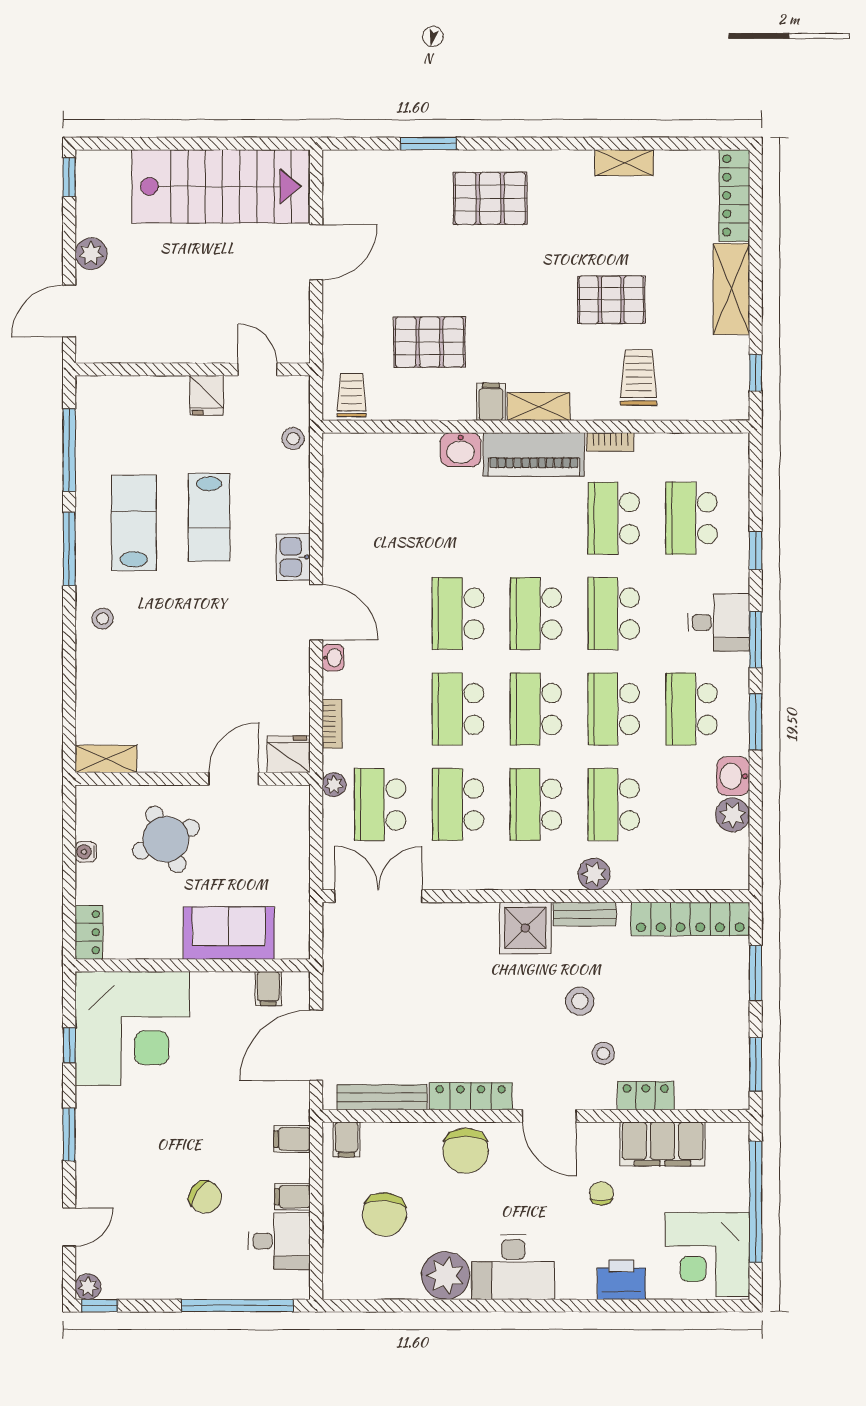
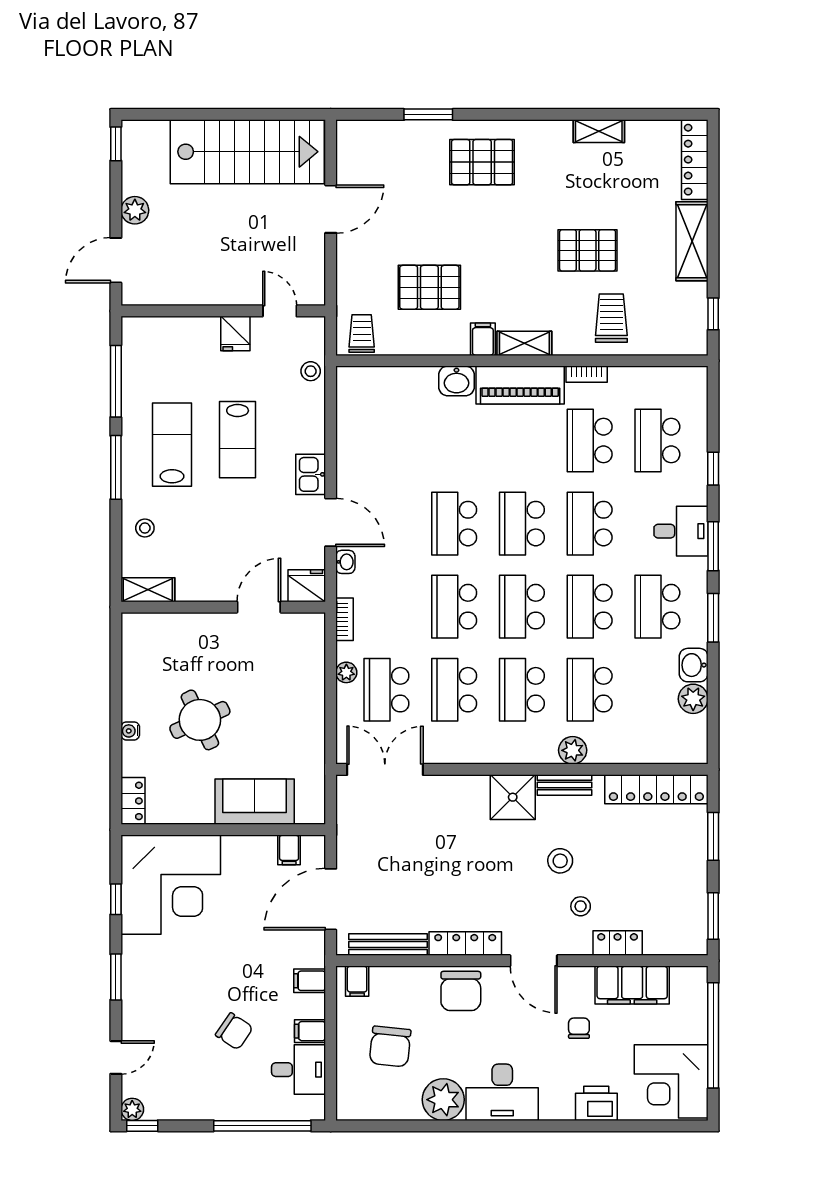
fridge: (289, 754) -> (307, 586), moved
shelving: (106, 759) -> (148, 590), moved
wall: (193, 779) -> (223, 607), moved
door: (234, 779) -> (259, 607), moved

